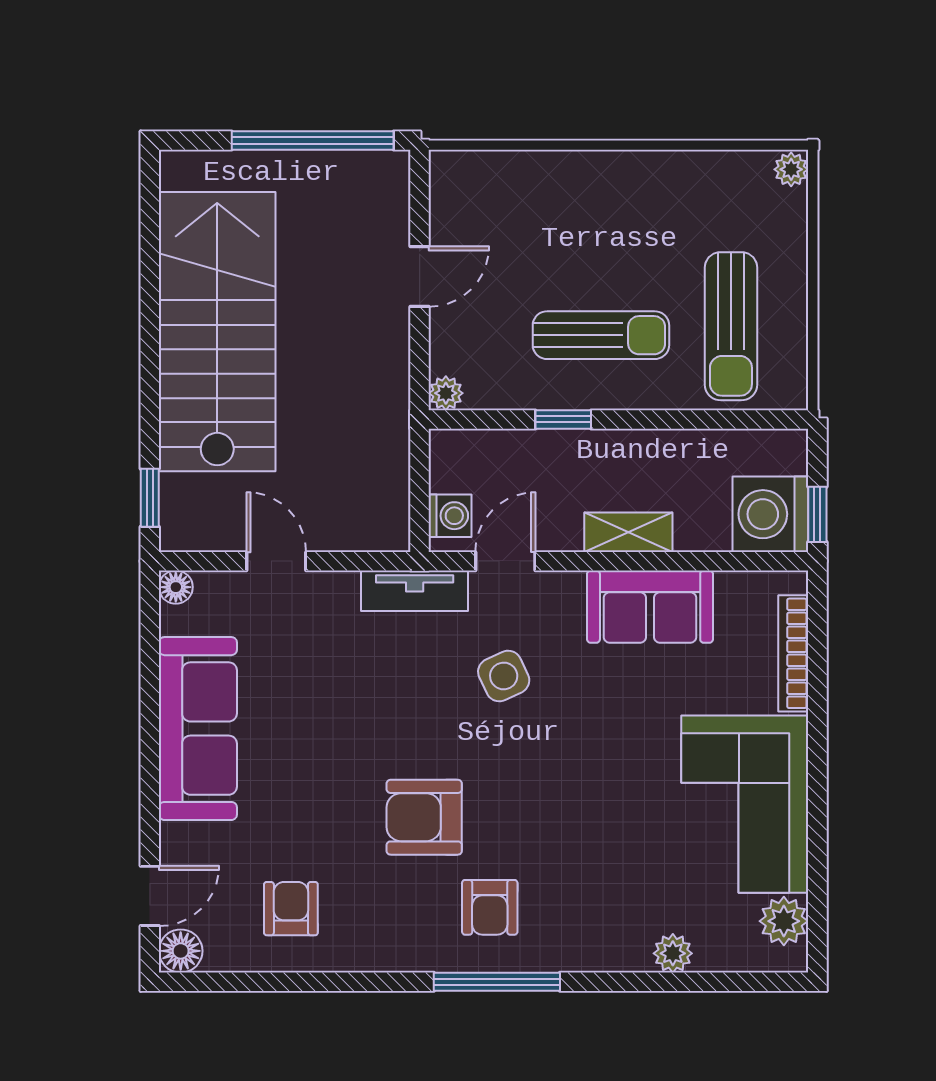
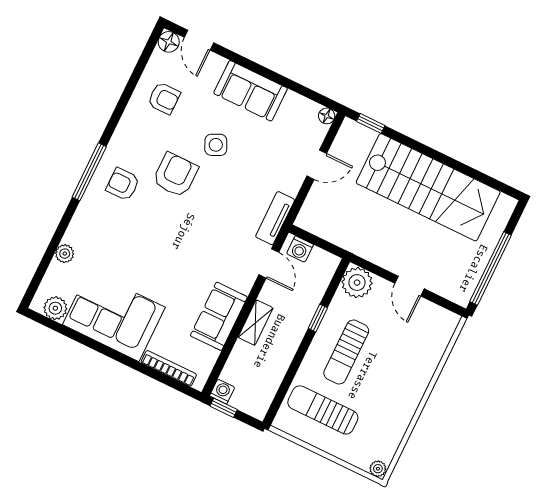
plant: (446, 393) -> (357, 283), width x1.87, depth x1.87
washing machine: (770, 514) -> (222, 392), width x0.53, depth x0.53
side table: (504, 676) -> (216, 145), moved
sofa: (198, 729) -> (251, 91), width x0.73

